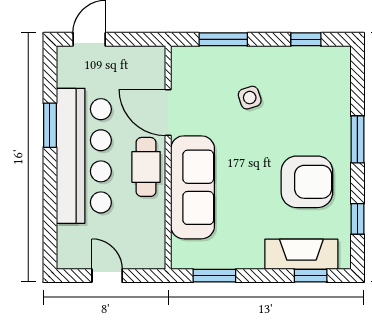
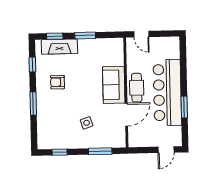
door: (168, 113) -> (126, 115), hinge flipped
armchair: (307, 182) -> (58, 82), width x0.53, depth x0.53
sofa: (193, 187) -> (114, 85), width x0.73
door: (107, 276) -> (141, 34), moved
window: (214, 276) -> (85, 35), moved

